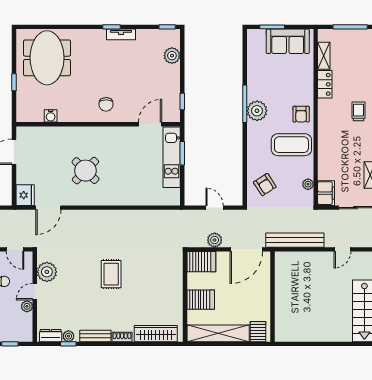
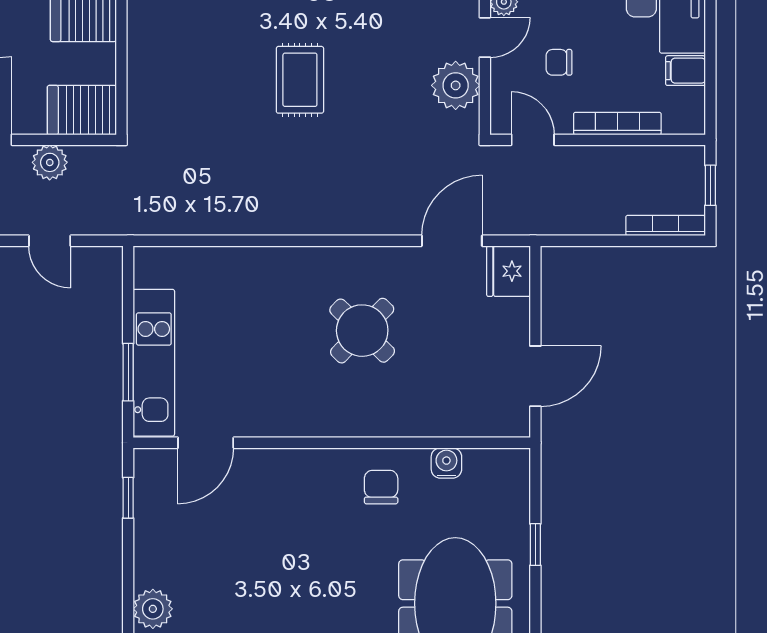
chair: (106, 104) -> (381, 487), moved

